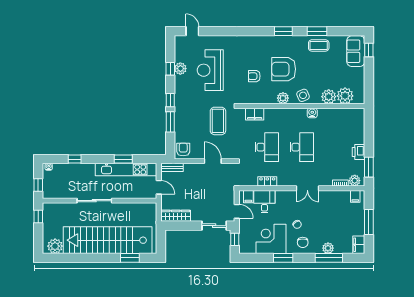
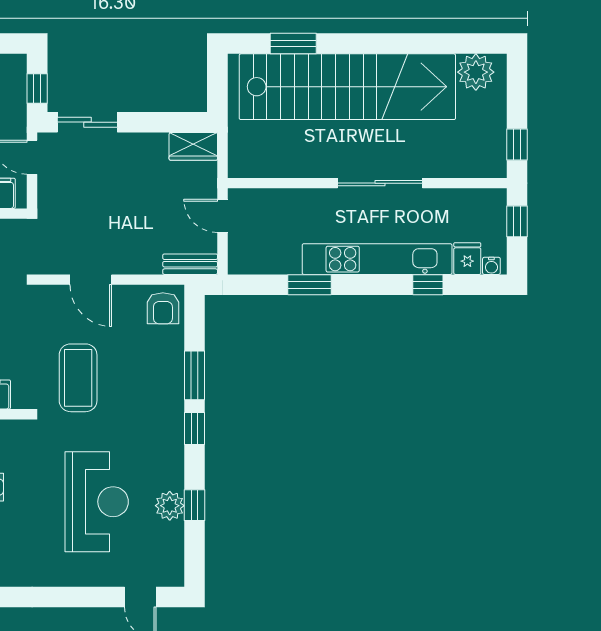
fridge: (59, 170) -> (467, 259), added
kitchen unit: (126, 170) -> (377, 259), moved
wardrobe: (176, 216) -> (193, 146), width x0.67

